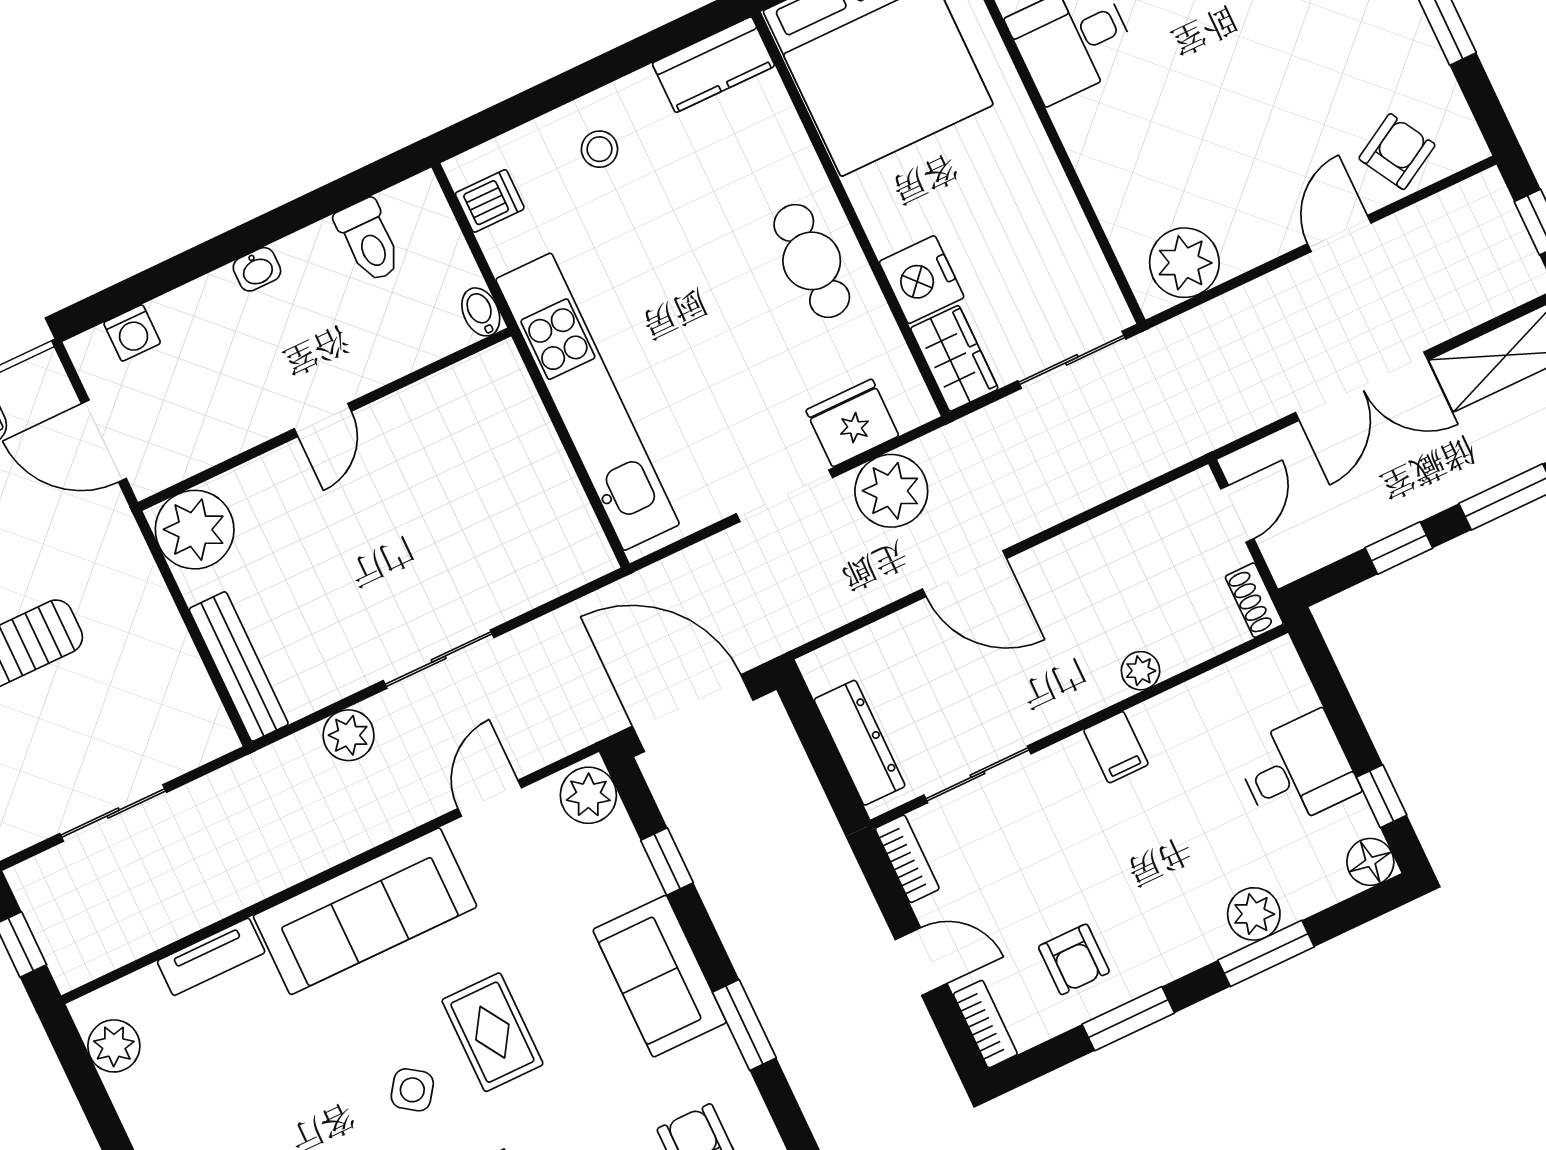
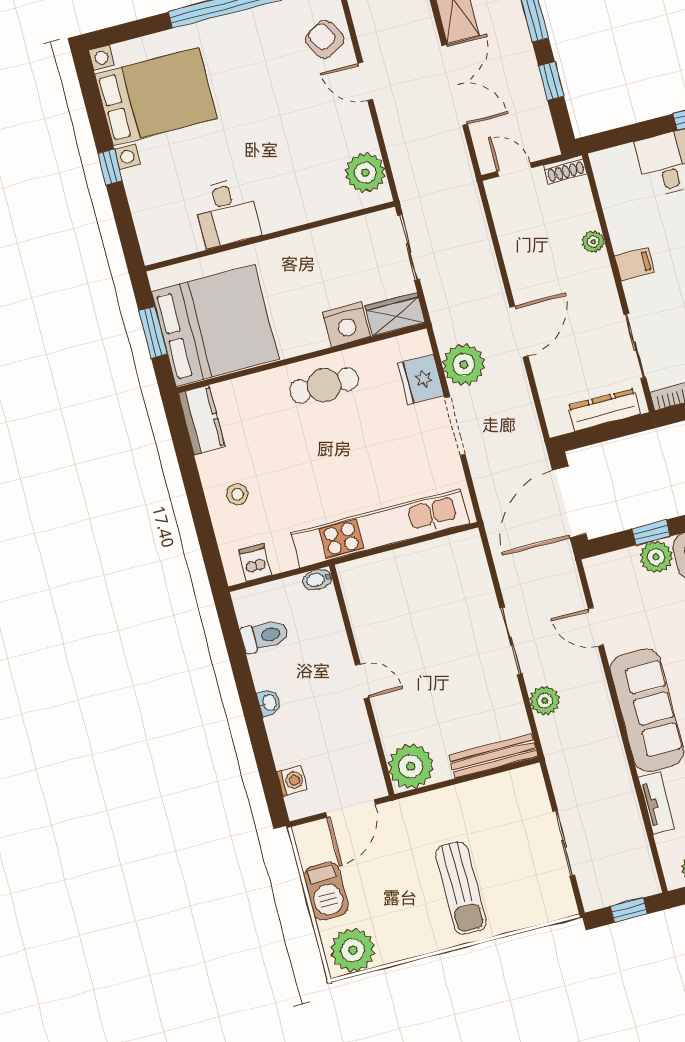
plant: (588, 795) -> (656, 557), moved

